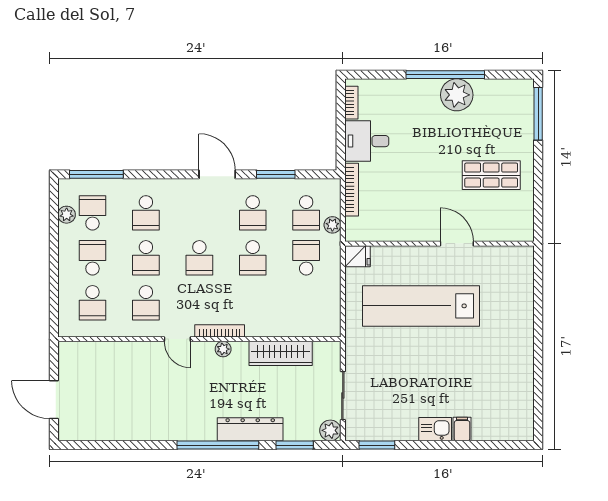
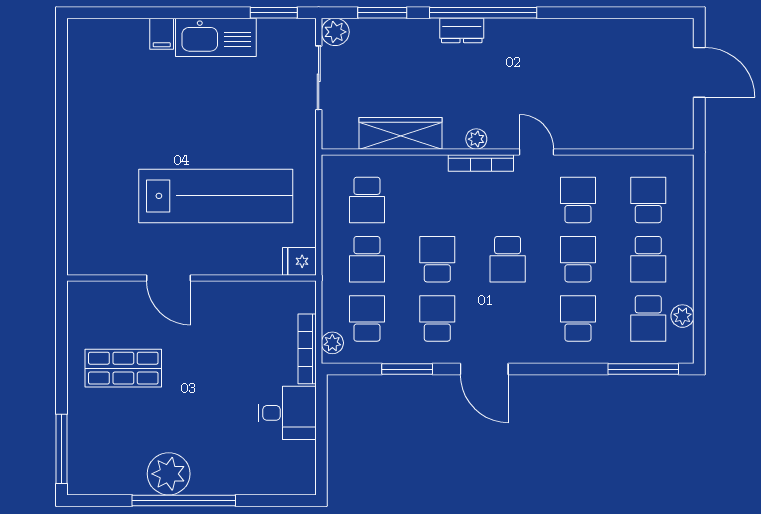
bookcase: (351, 103) -> (307, 463), removed
plant: (332, 225) -> (332, 343), moved
school desk: (199, 258) -> (508, 259), turned 180
school desk: (306, 303) -> (367, 200), added
dresser: (250, 429) -> (462, 30), width x0.51, depth x0.80
kitchen sink: (435, 429) -> (216, 37), width x1.87, depth x1.24

